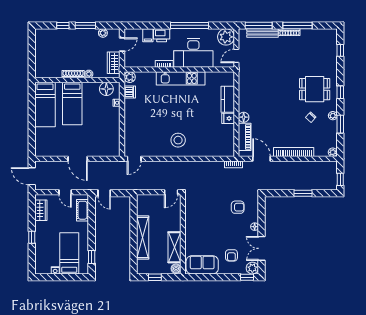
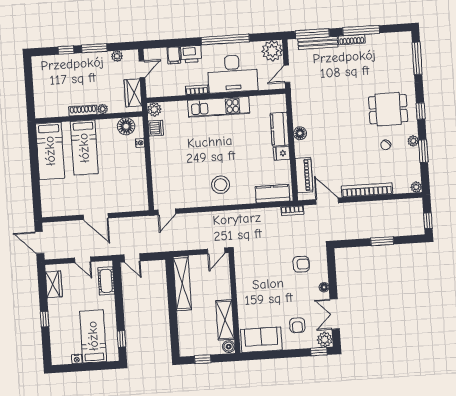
window: (340, 50) -> (417, 58), width x2.17
floor lamp: (244, 117) -> (300, 133), moved
kitchen counter: (219, 150) -> (272, 194), added
shelving: (143, 237) -> (182, 283), moved

